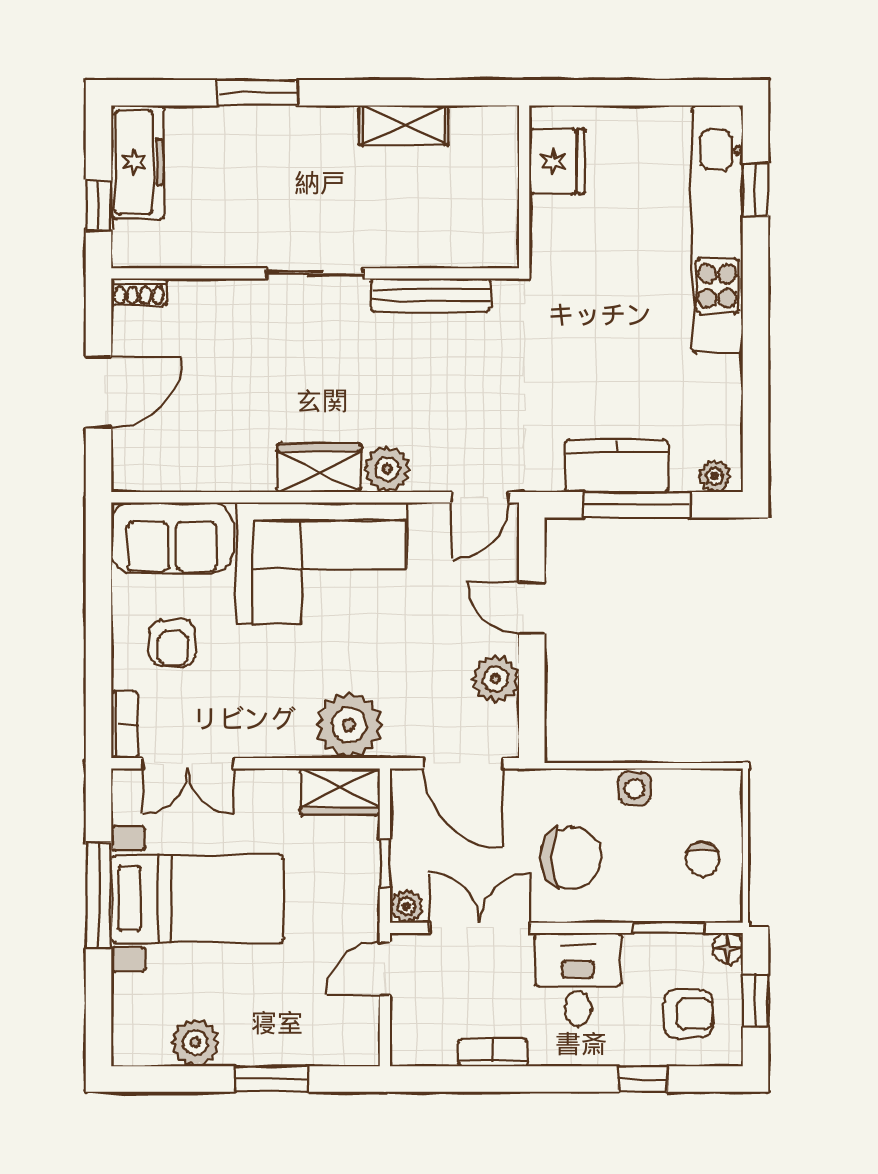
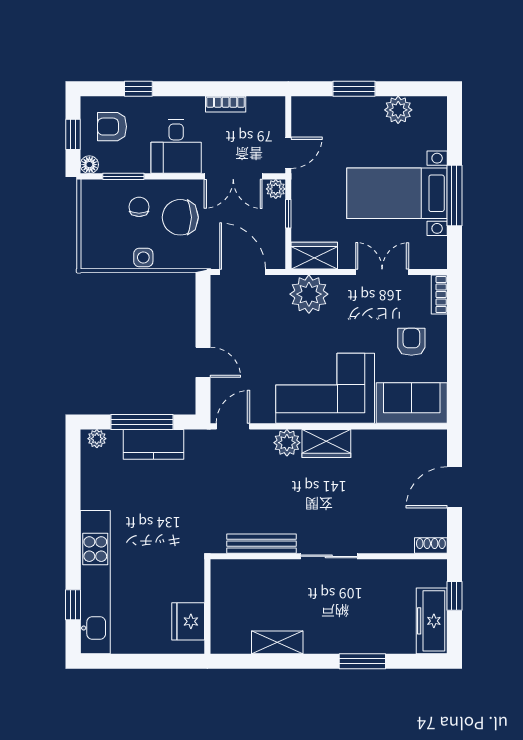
plant: (496, 679) -> (224, 321), removed
double door: (188, 763) -> (382, 272), moved
chair: (702, 859) -> (139, 207), moved

